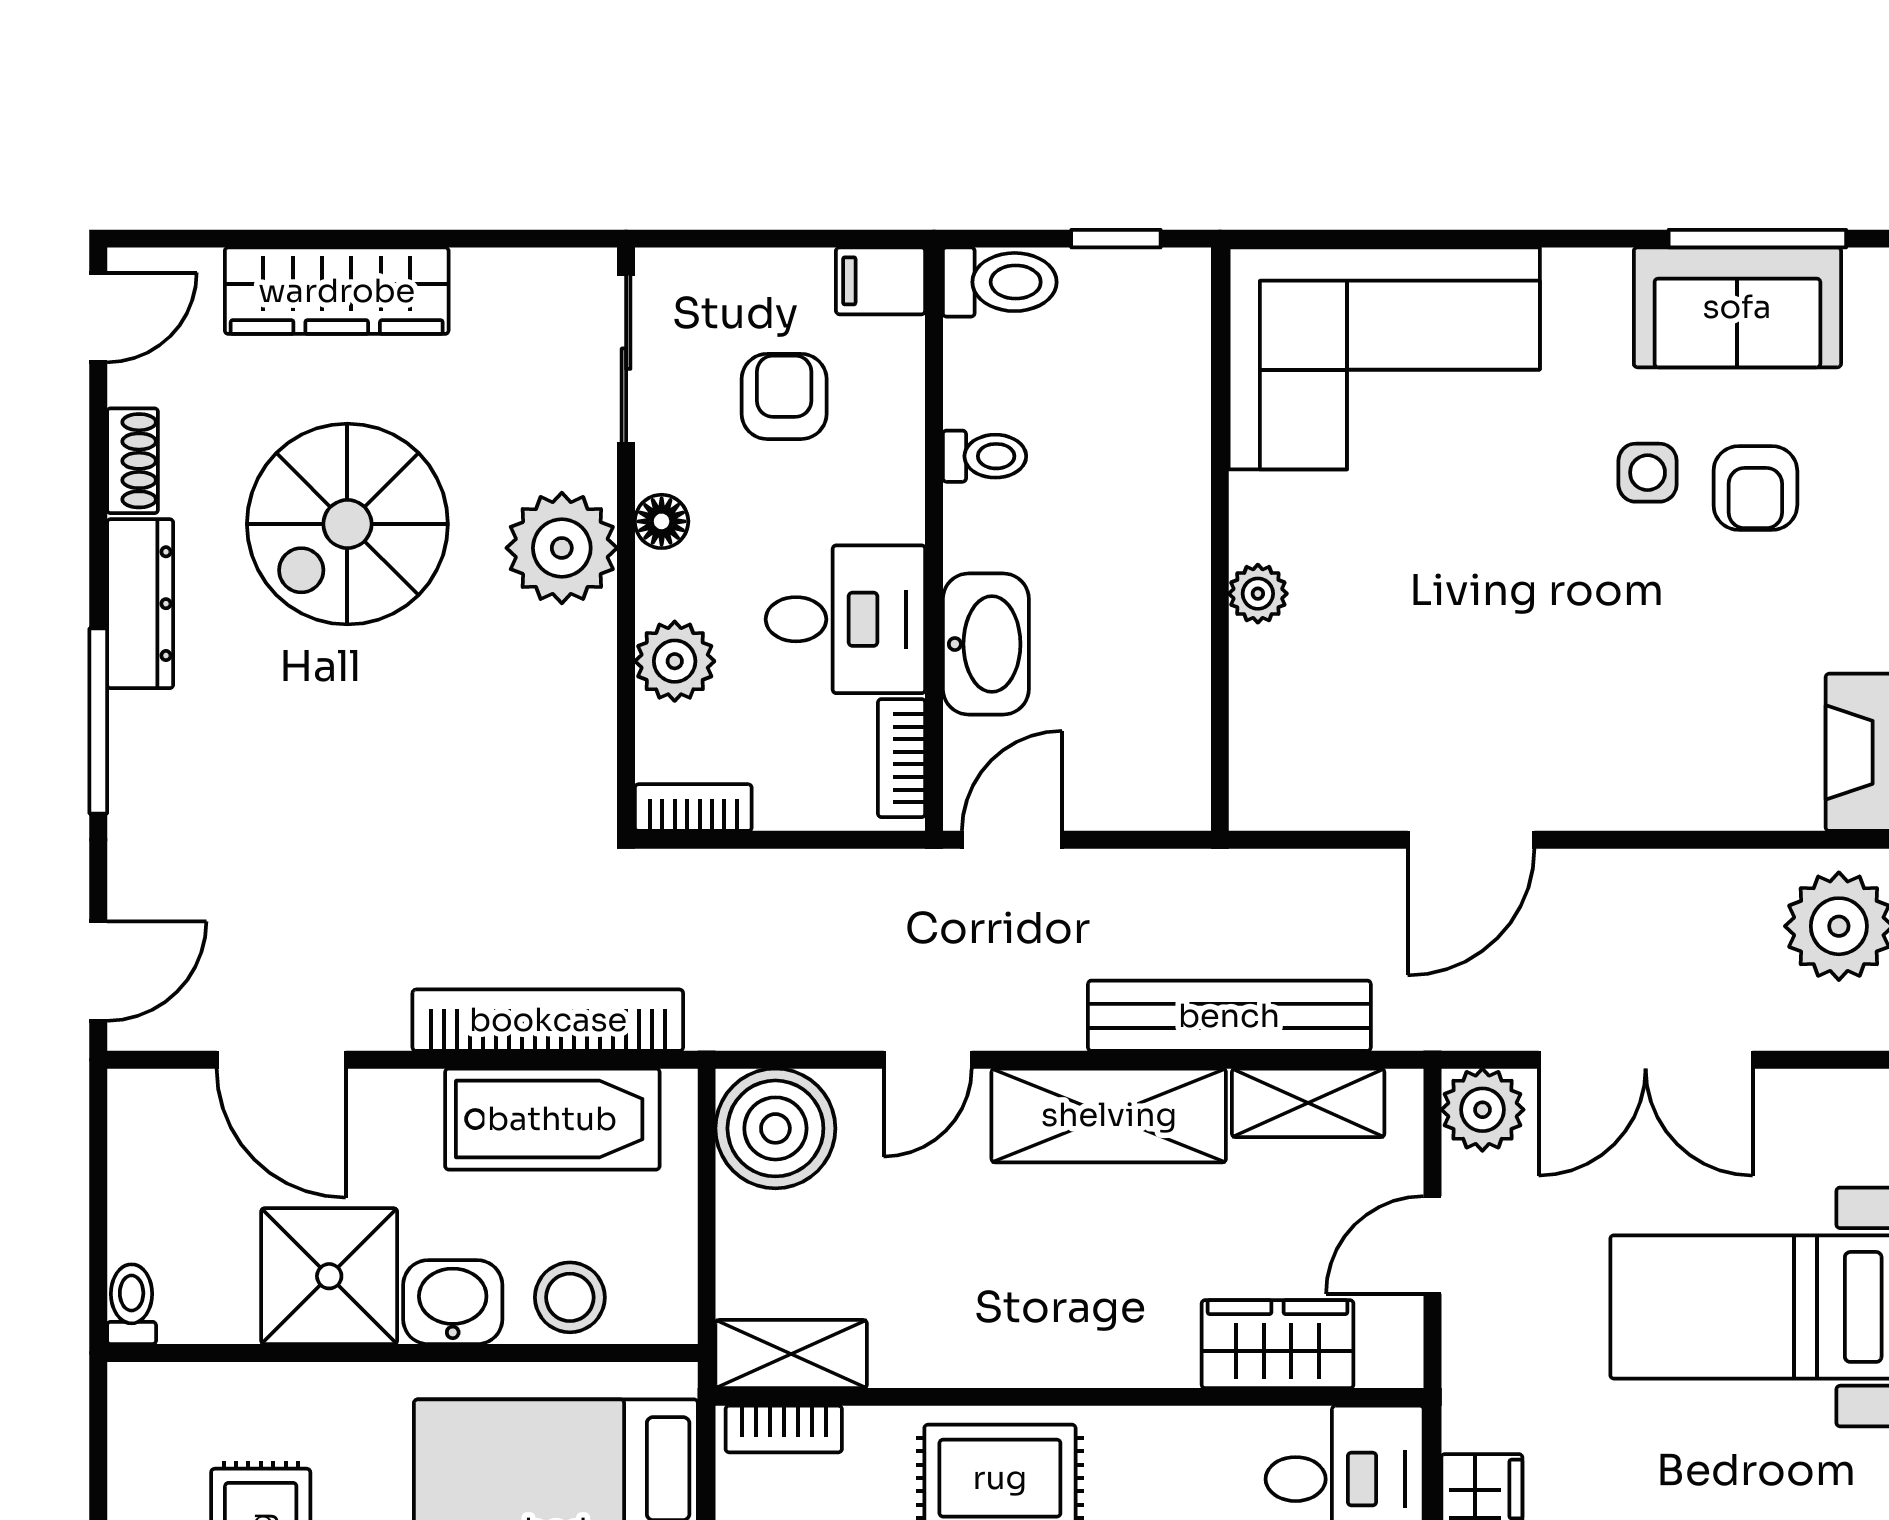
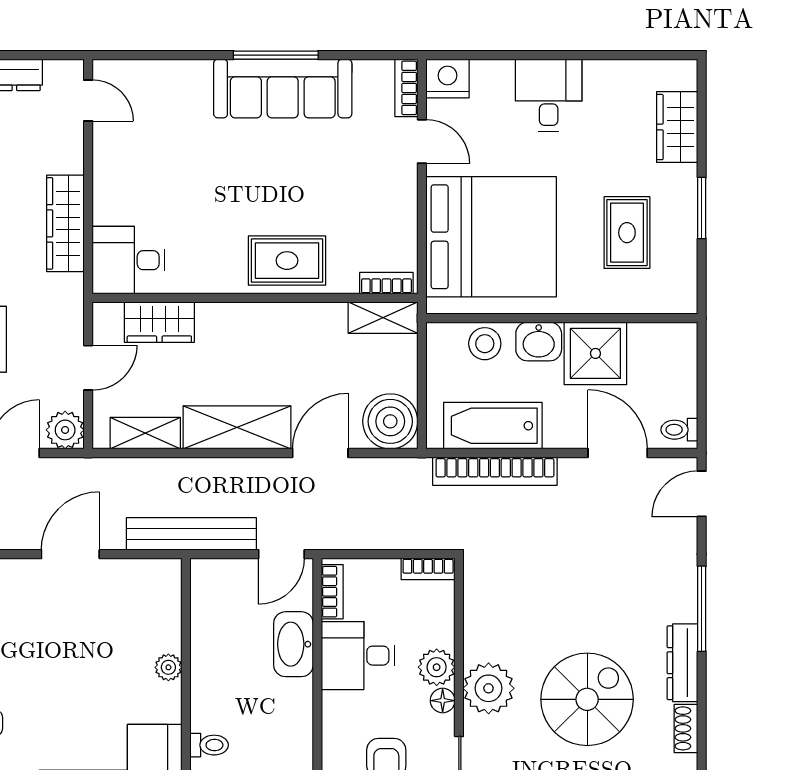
toilet: (984, 456) -> (209, 745), moved, turned 180
plant: (675, 661) -> (437, 667), moved
bench: (1229, 1016) -> (191, 534), moved
door: (928, 1060) -> (320, 453), width x1.38
toilet: (132, 1304) -> (679, 430), moved, turned 90

